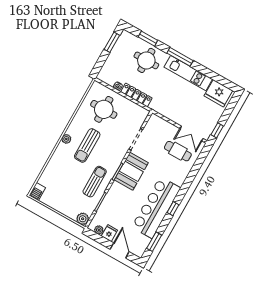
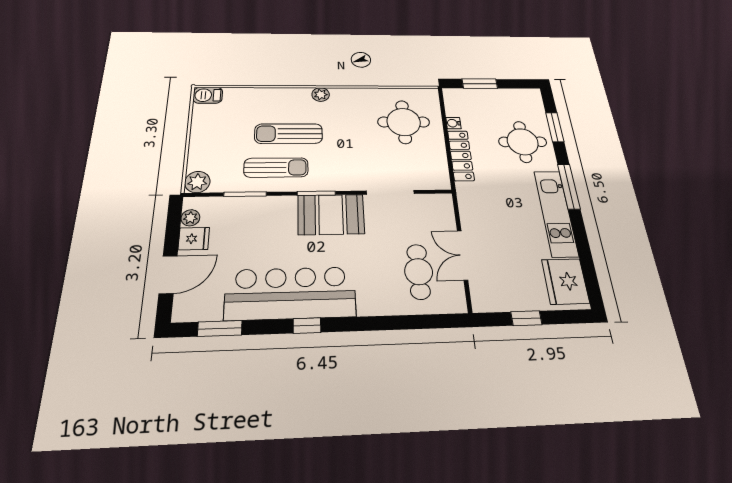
window: (112, 42) -> (480, 84), moved
window: (217, 130) -> (526, 318), moved
double door: (192, 133) -> (462, 255), moved
sun lounger: (87, 145) -> (289, 134), moved

